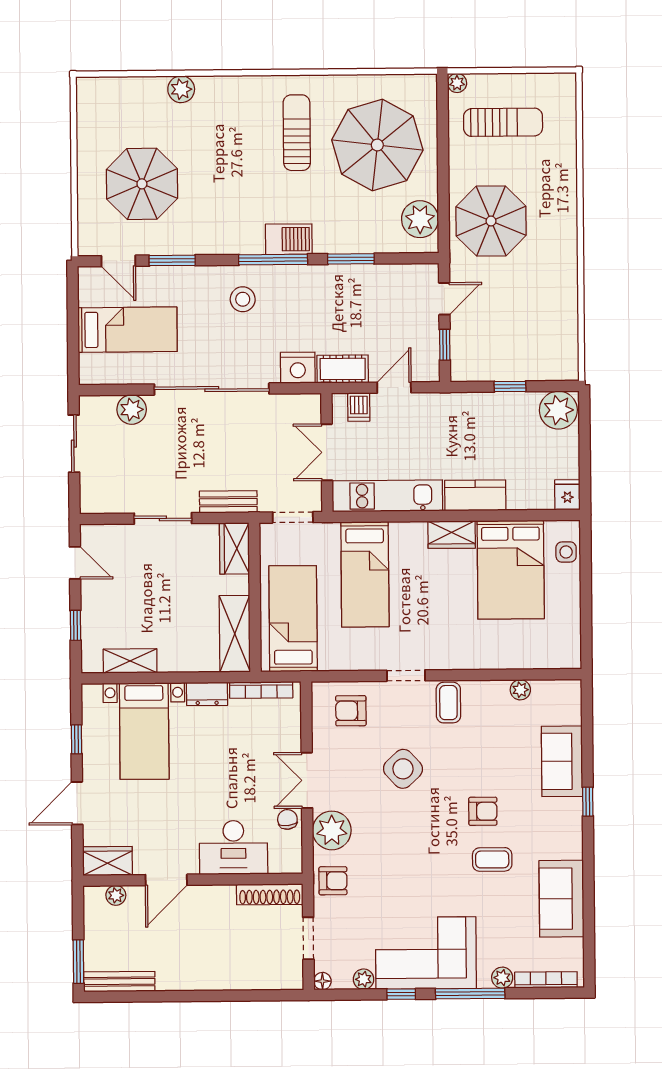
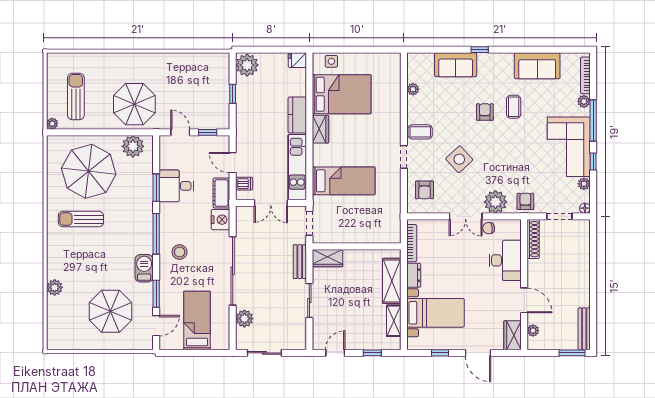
barbecue: (289, 239) -> (144, 268), moved
desk: (354, 293) -> (176, 186), added
bed: (293, 619) -> (369, 224), removed
shelving: (235, 634) -> (392, 281), moved, turned 90

